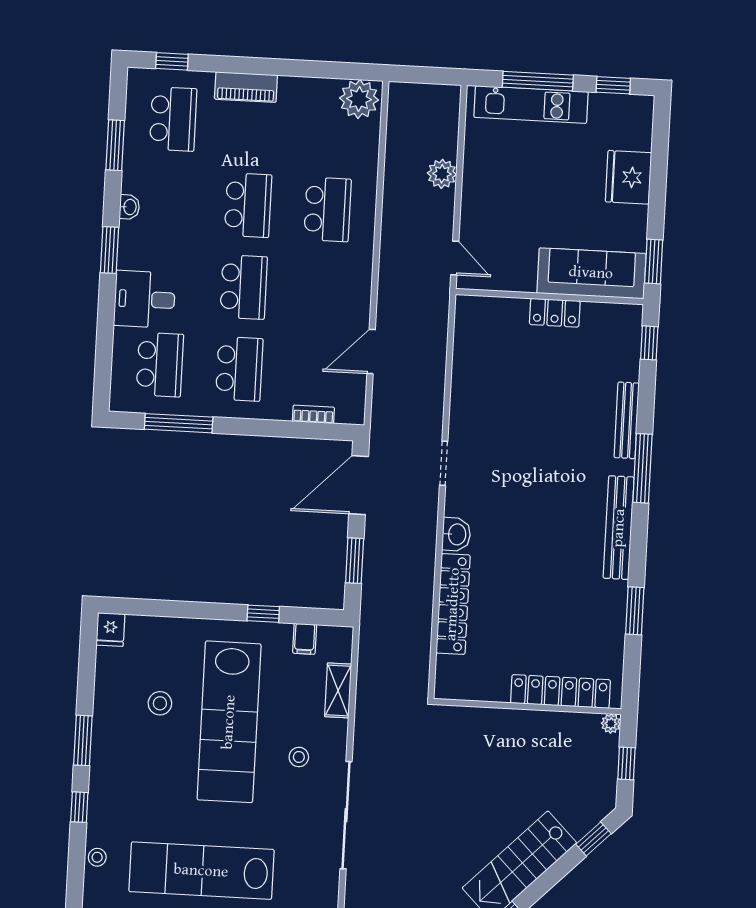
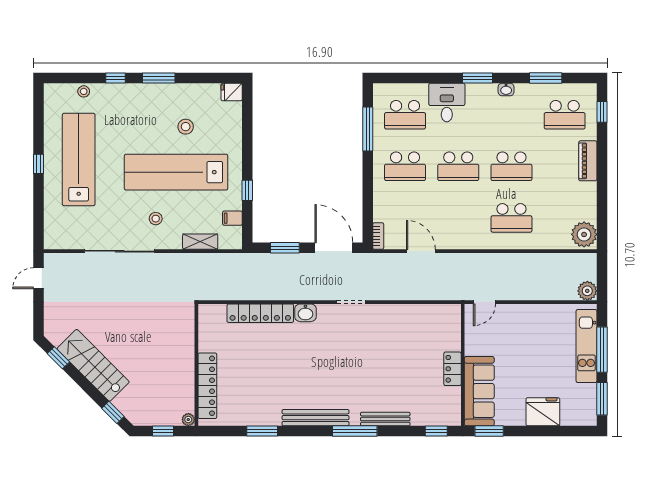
window: (613, 85) -> (602, 399), width x1.50
plant: (442, 174) -> (587, 291), moved
bookcase: (313, 414) -> (378, 236), moved

